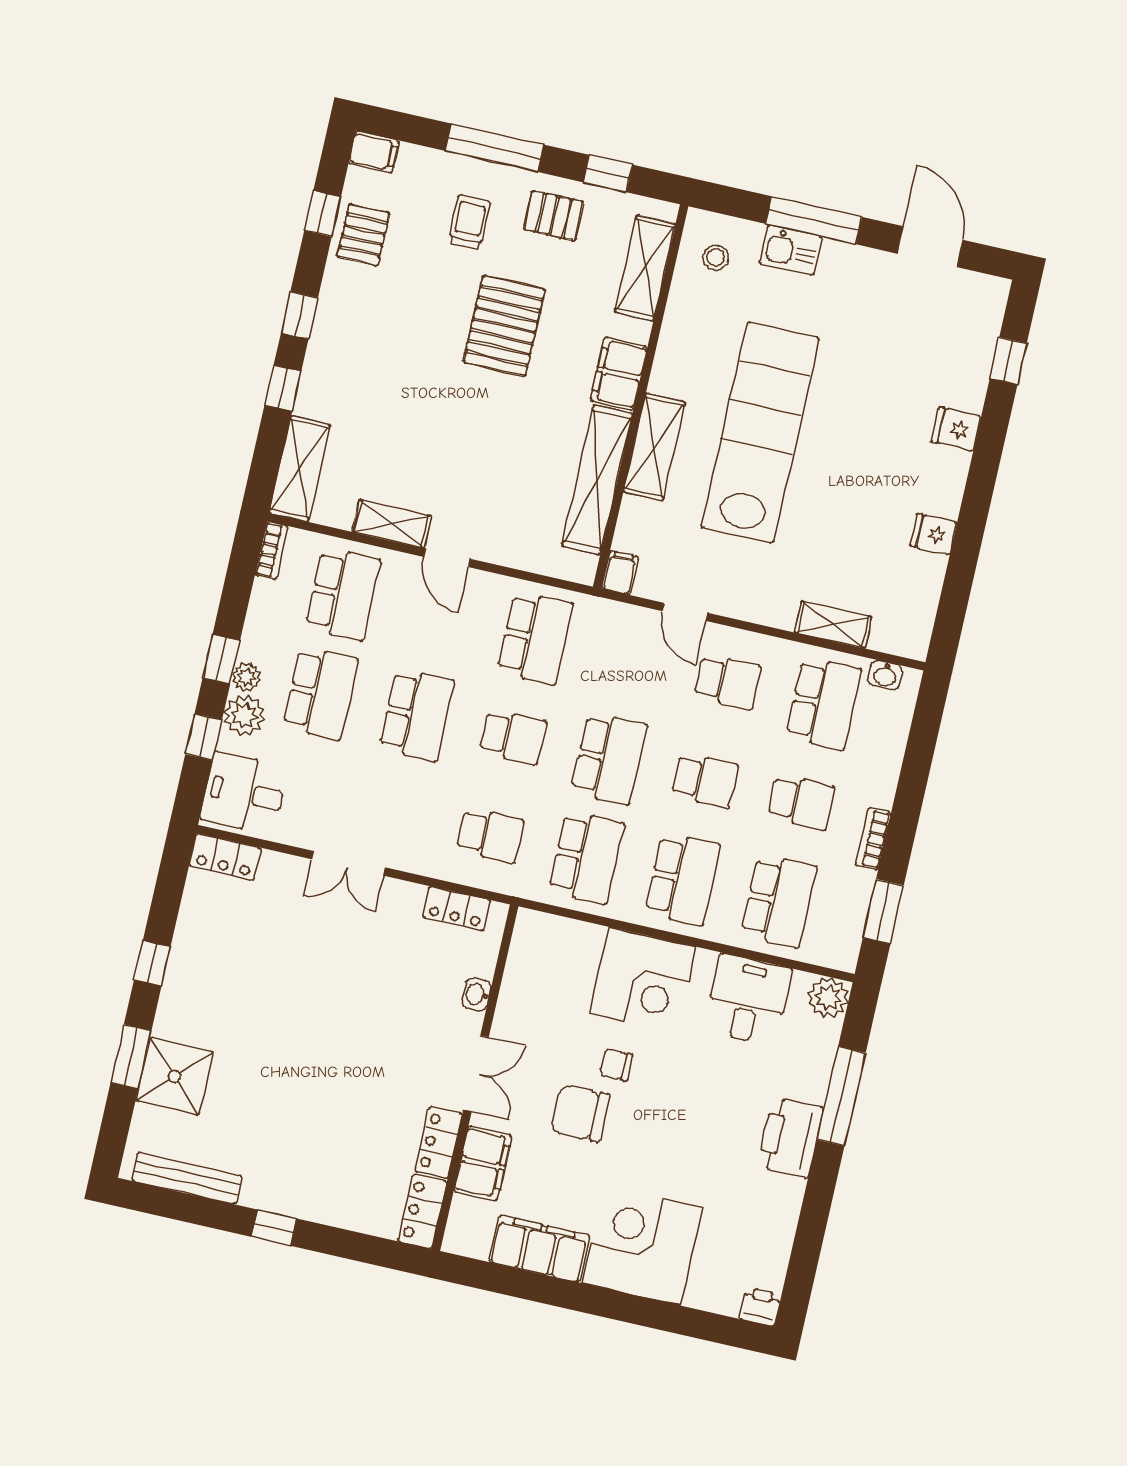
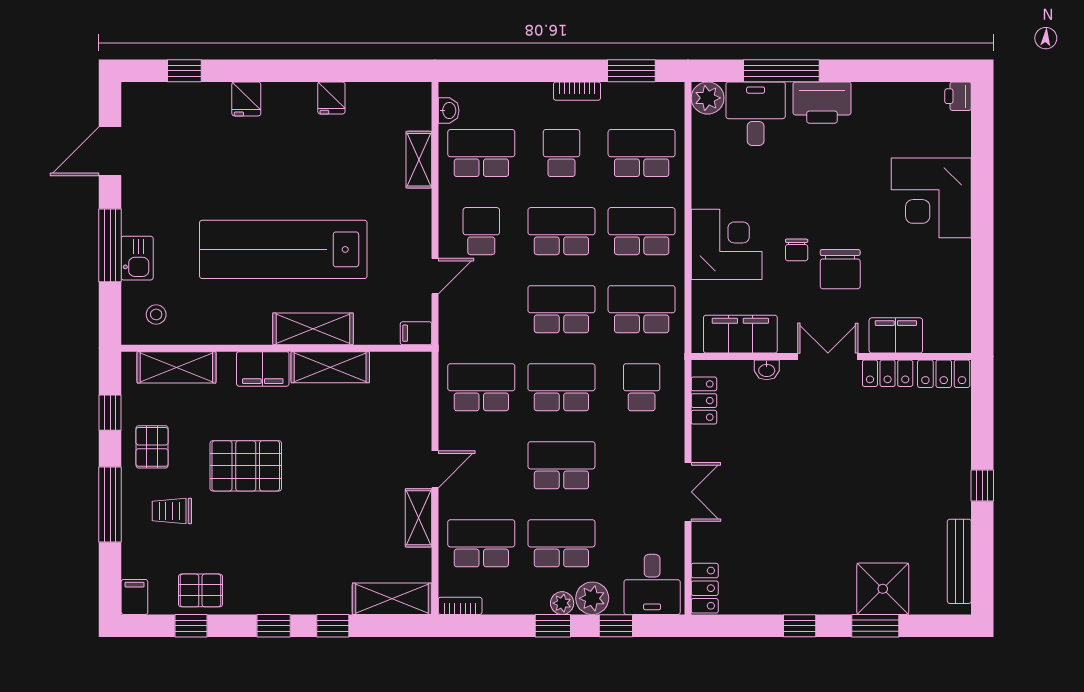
shelving: (597, 480) -> (330, 367), width x0.68
school desk: (513, 737) -> (561, 387), width x1.85
school desk: (705, 780) -> (561, 231), width x1.85
desk: (748, 1000) -> (756, 114), moved, turned 90
filing cabinet: (539, 1249) -> (740, 334), moved, turned 90

